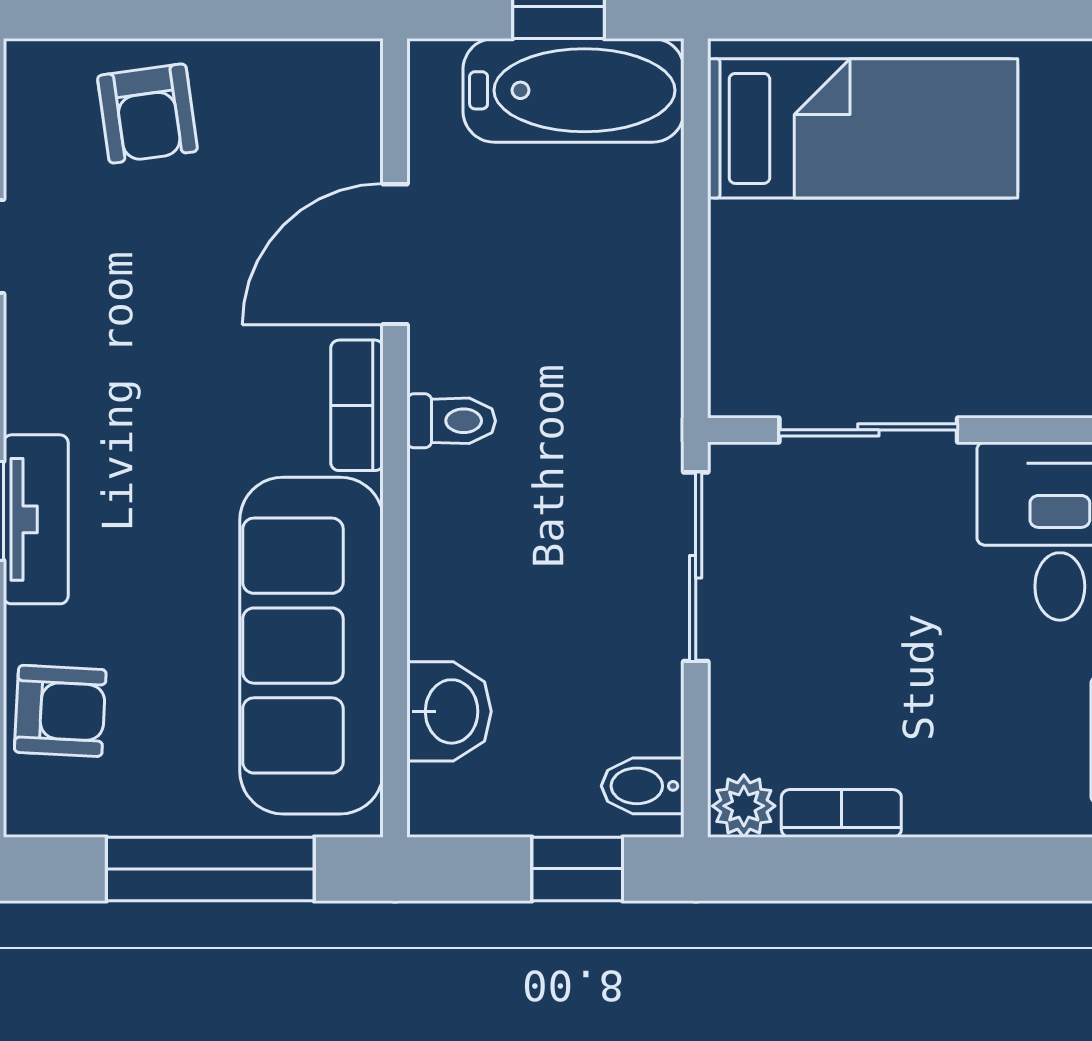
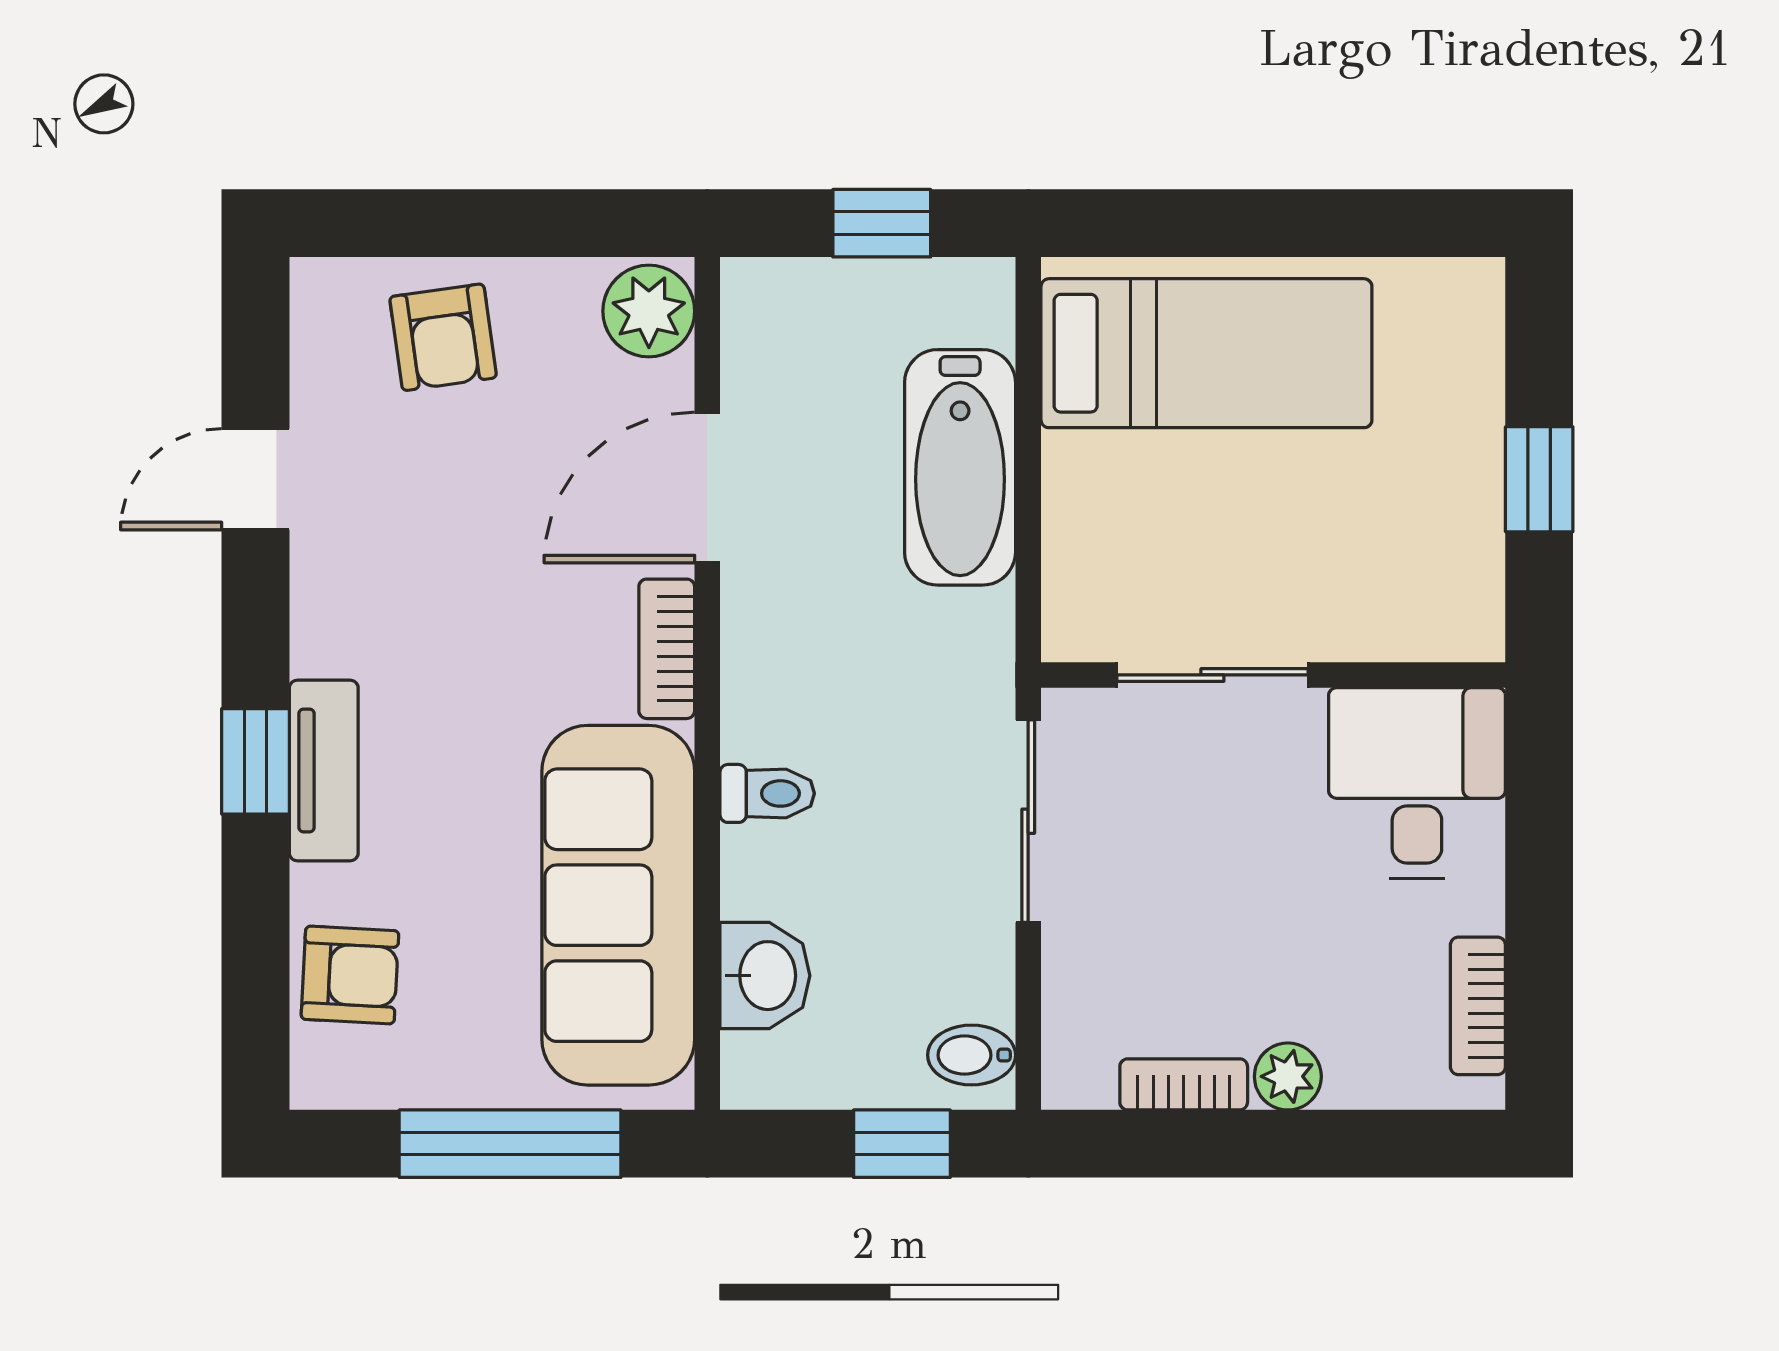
plant: (340, 89) -> (649, 311), added
bathtub: (573, 90) -> (960, 467), moved, turned 90
toilet: (451, 421) -> (767, 793), moved
plant: (744, 806) -> (1288, 1076), moved

